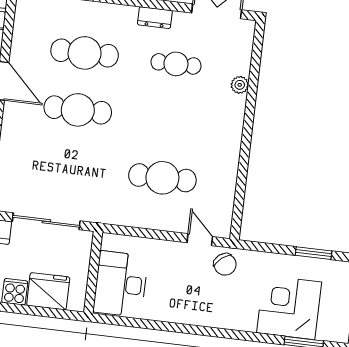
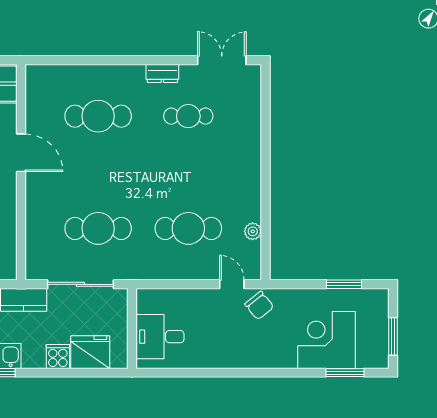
plant: (240, 85) -> (253, 231), moved
cafe table: (78, 110) -> (98, 228), moved
desk: (121, 284) -> (160, 337), width x0.73

